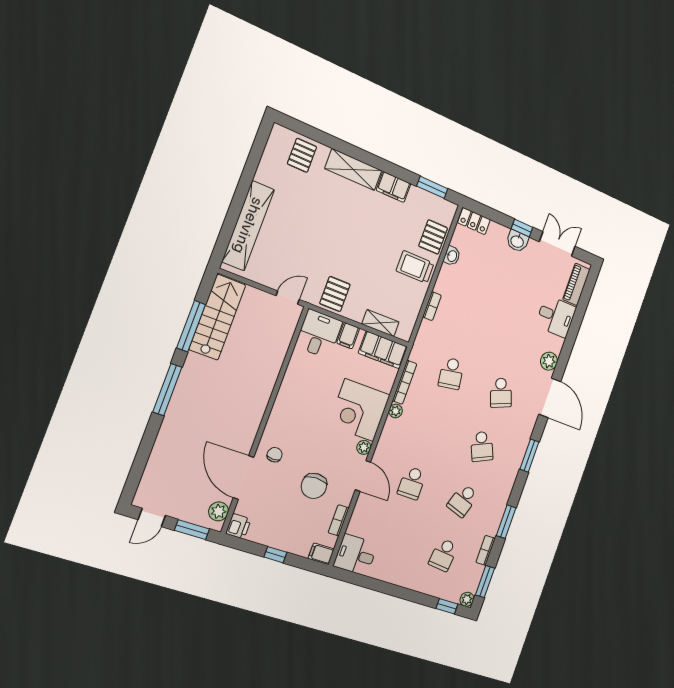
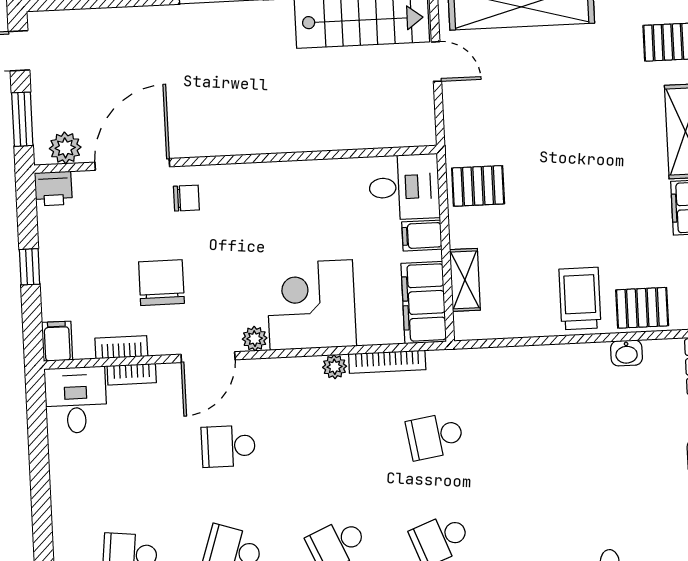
door: (288, 298) -> (437, 62), moved
bookcase: (432, 306) -> (132, 374), moved
chair: (314, 486) -> (161, 283), turned 90

